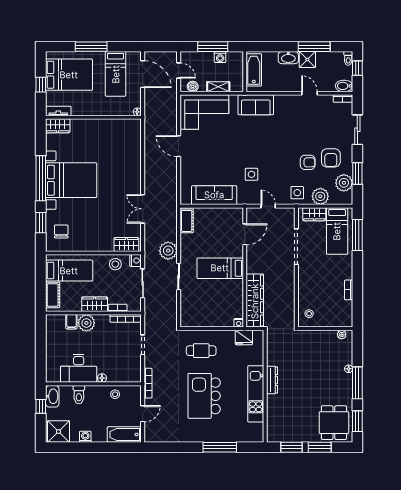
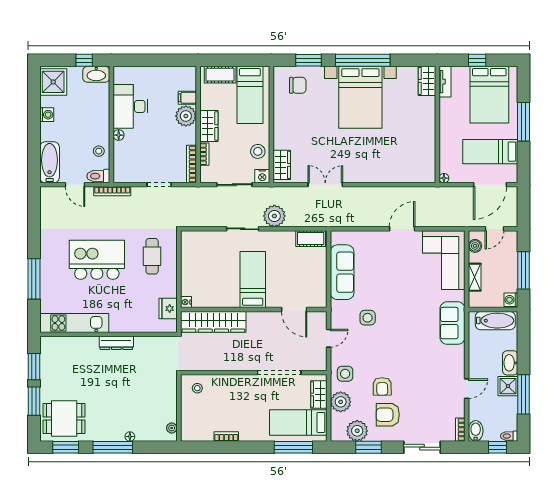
washing machine: (220, 57) -> (511, 300), moved
kitchen unit: (256, 394) -> (74, 323), moved
toilet: (79, 395) -> (98, 176), moved

